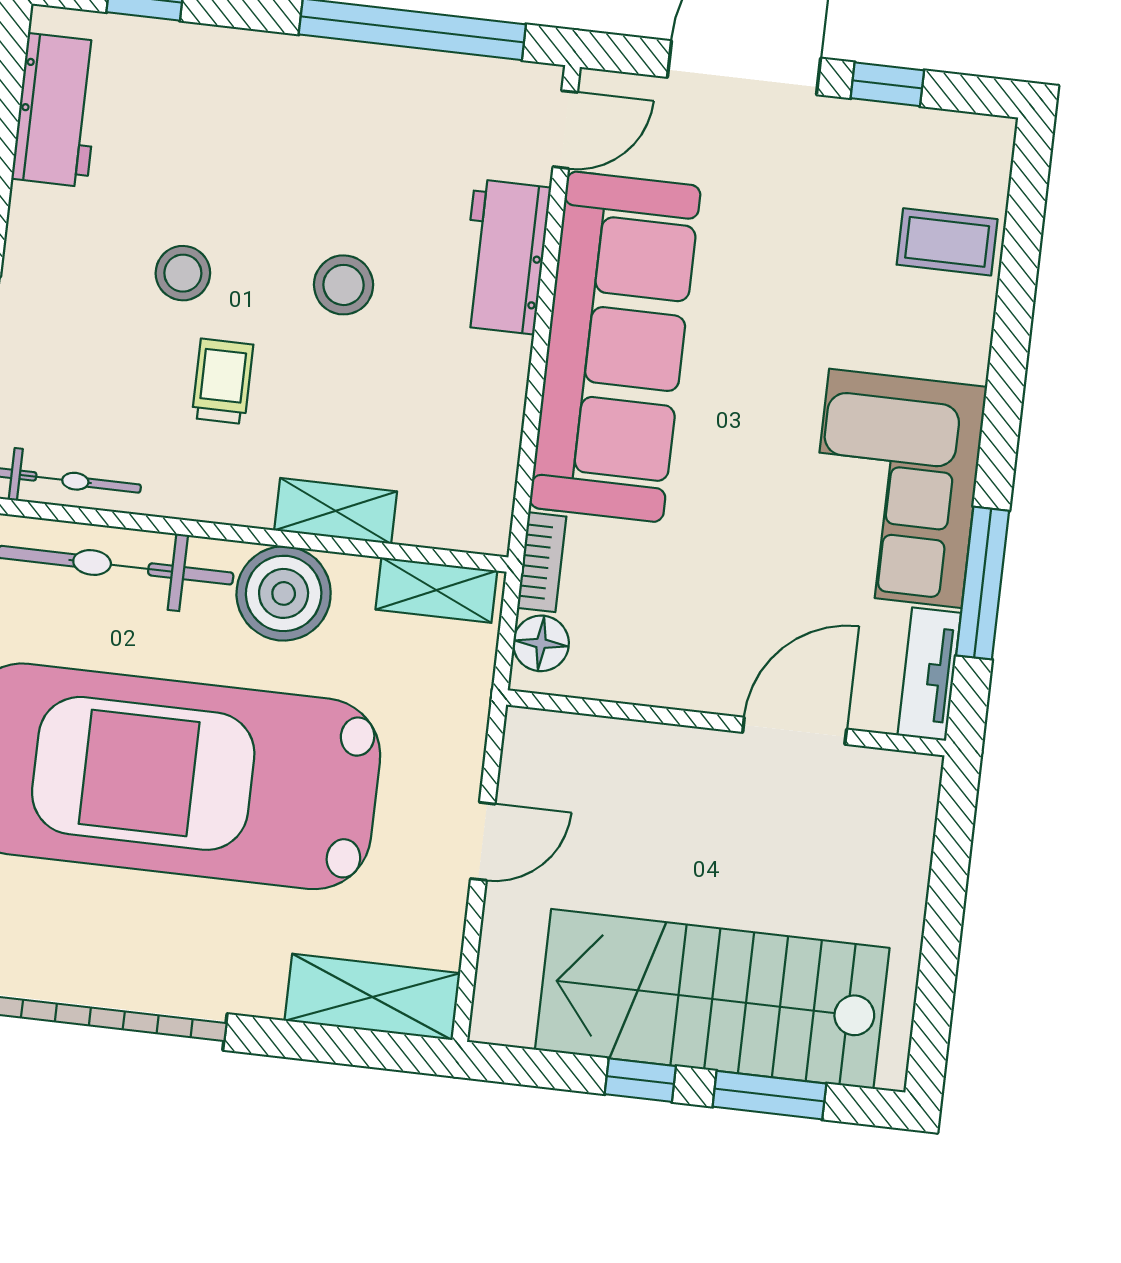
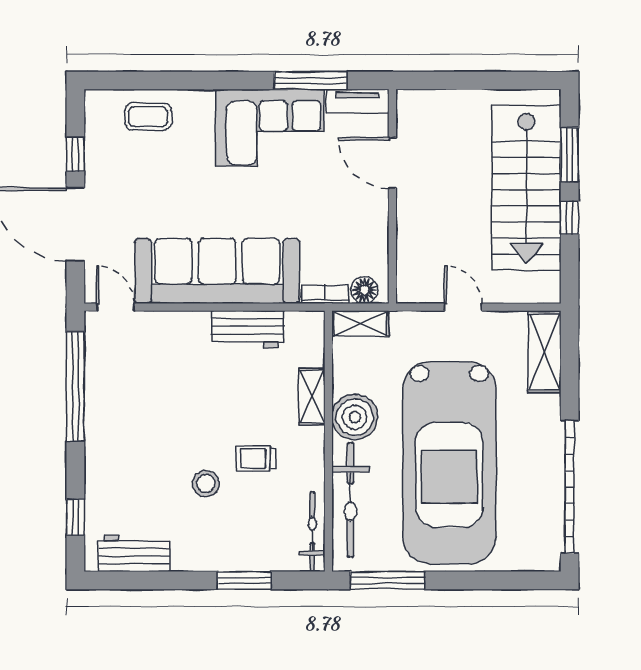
coffee table: (947, 242) -> (148, 117), turned 90
workbench: (505, 257) -> (248, 329), moved
stool: (344, 285) -> (203, 405), removed
shelving: (436, 590) -> (360, 323), moved, turned 90

